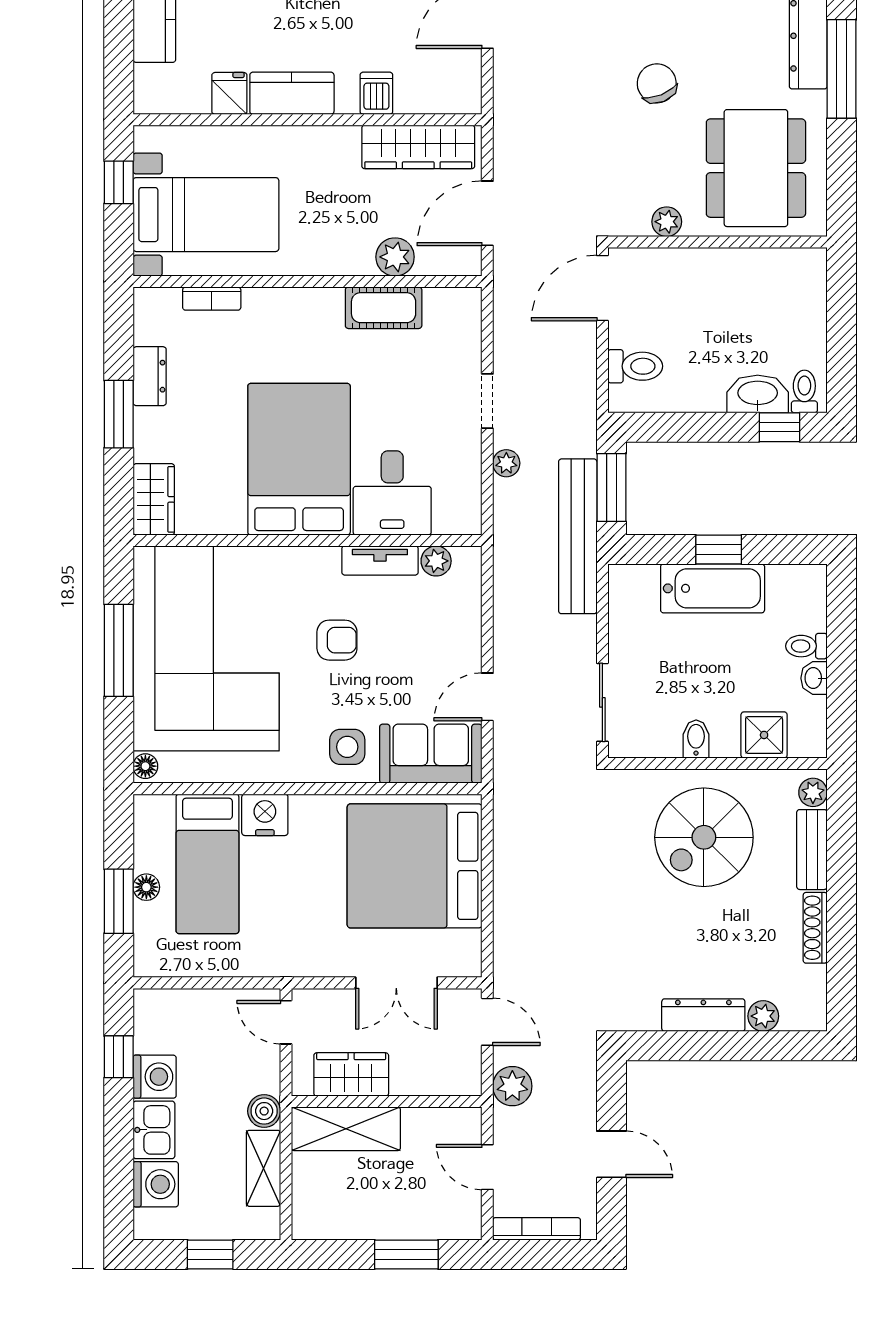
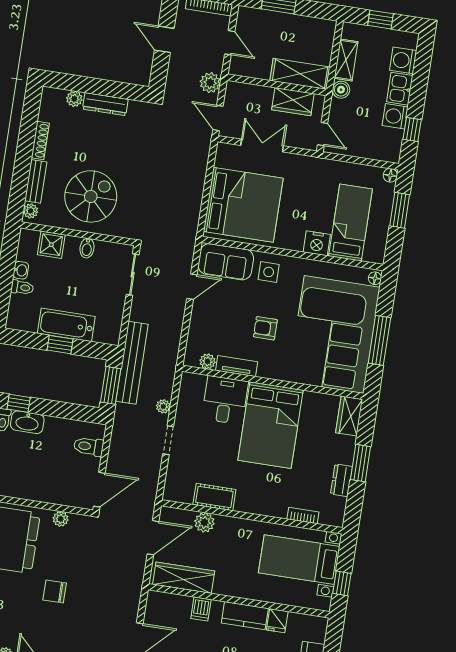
chair: (657, 83) -> (55, 591), turned 112
floor lamp: (146, 887) -> (390, 175), moved

